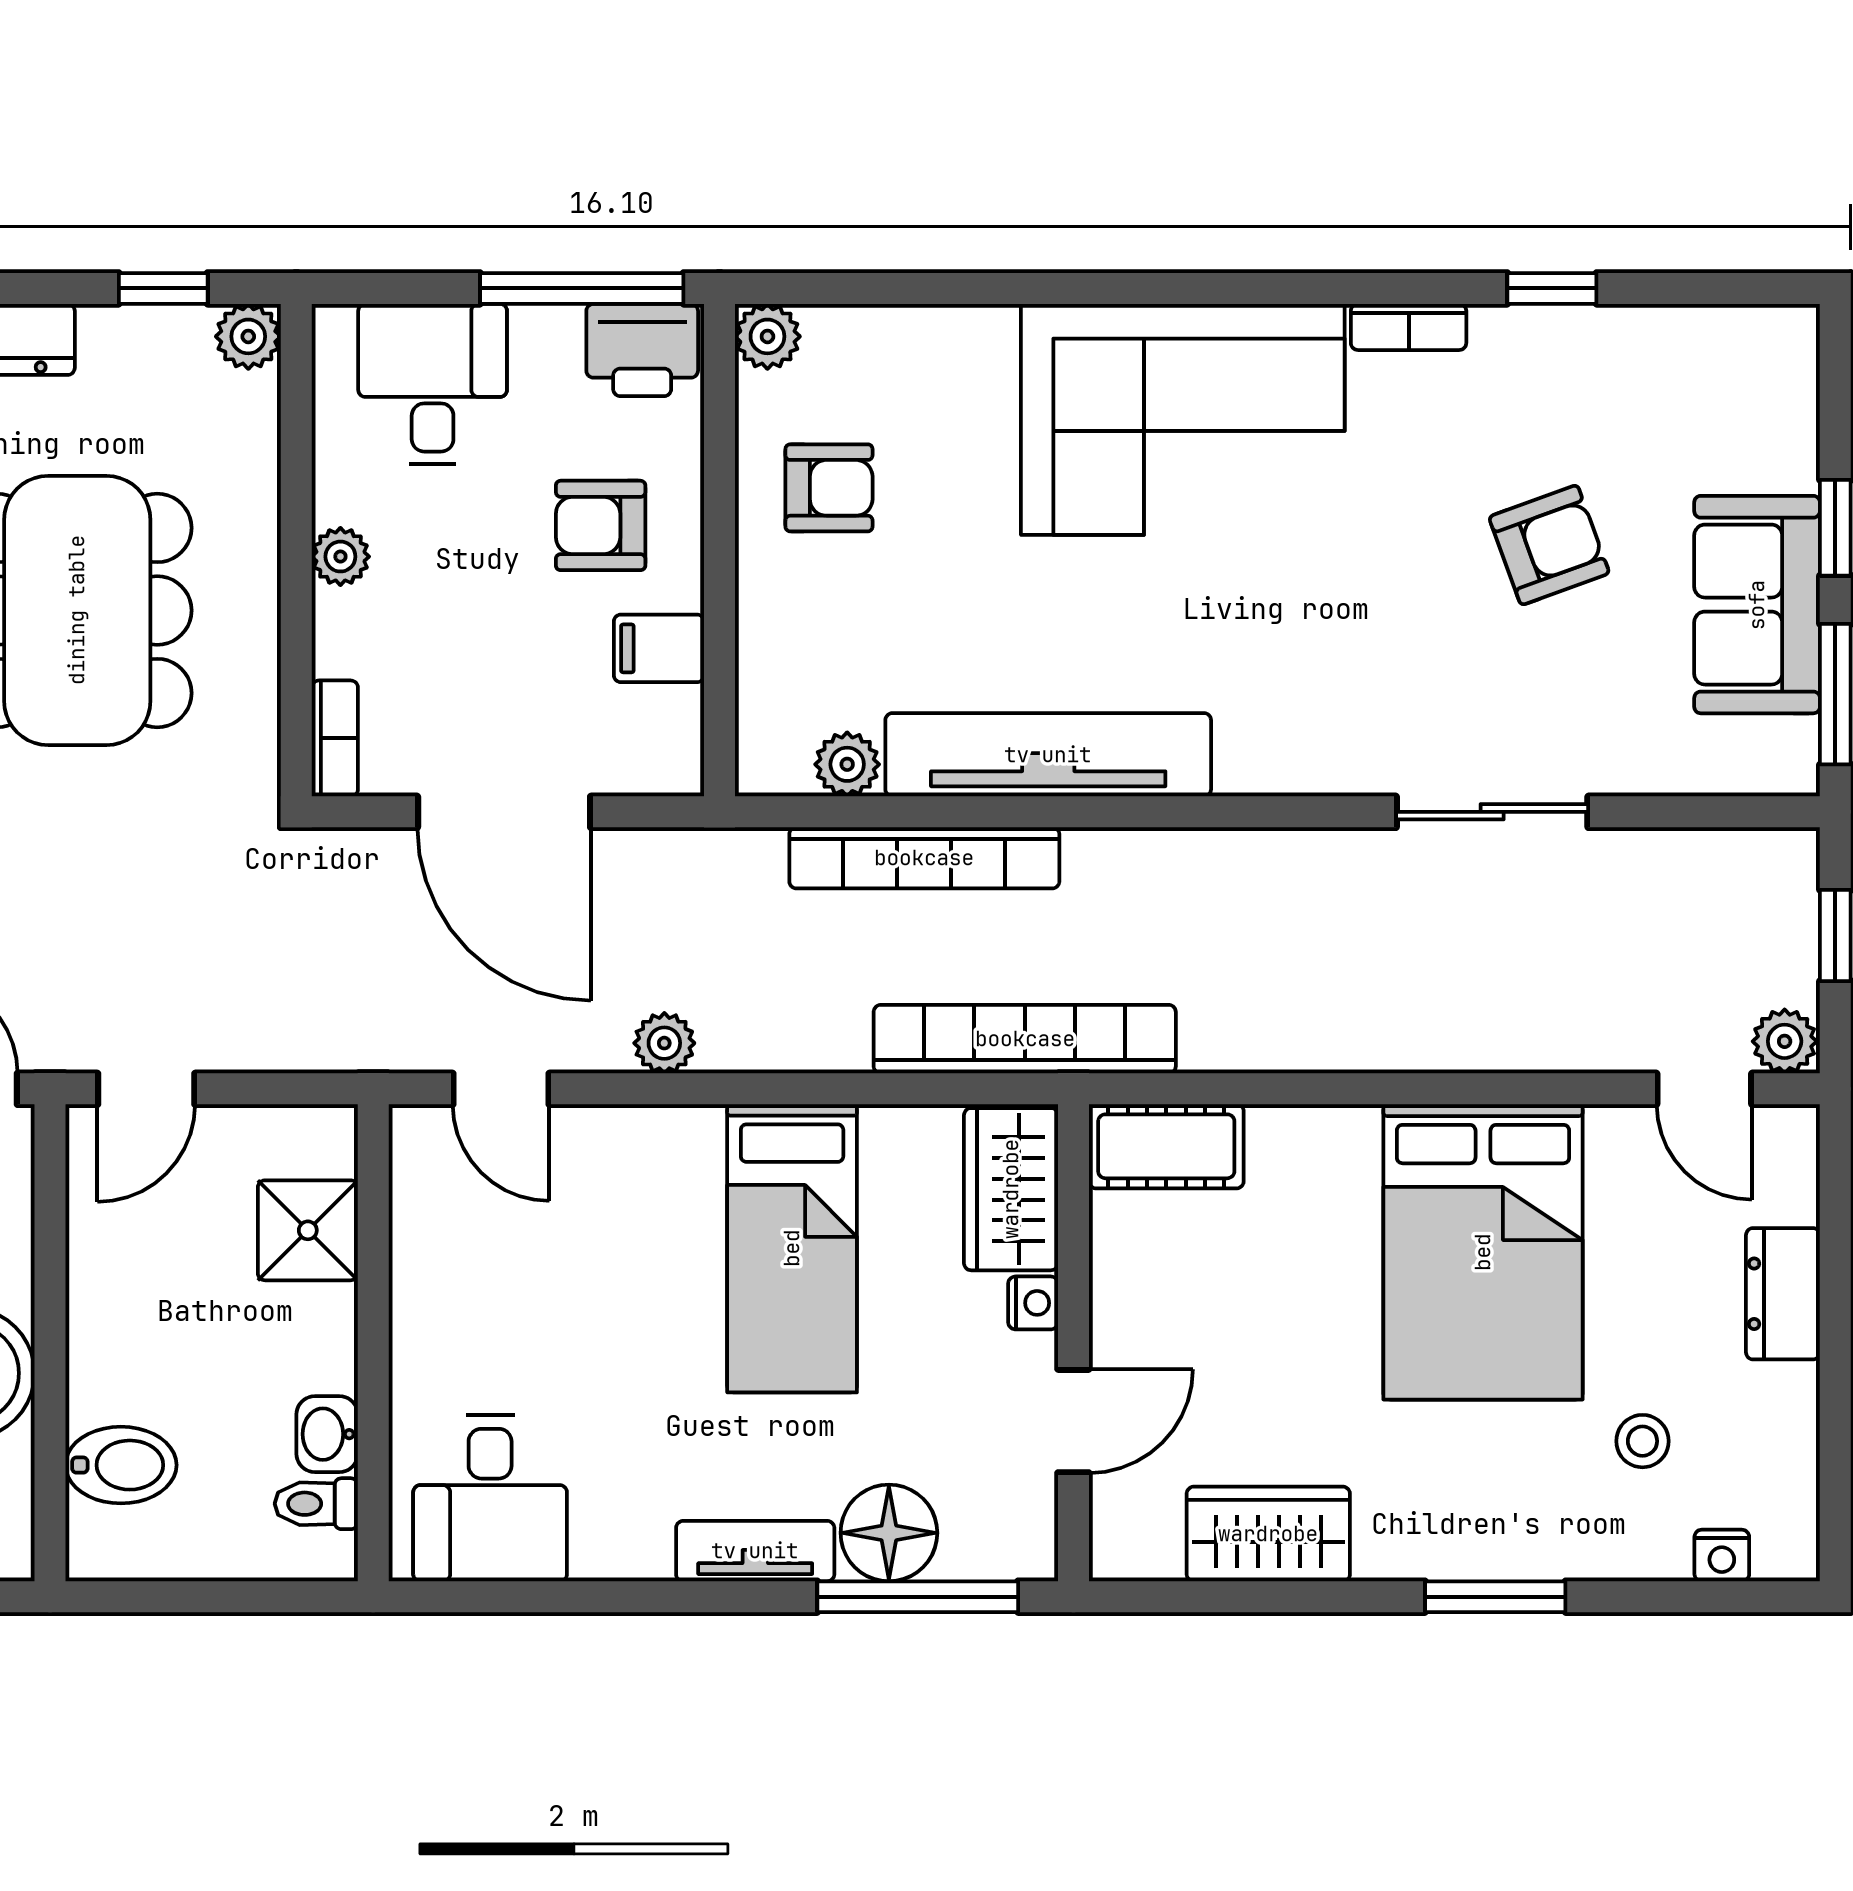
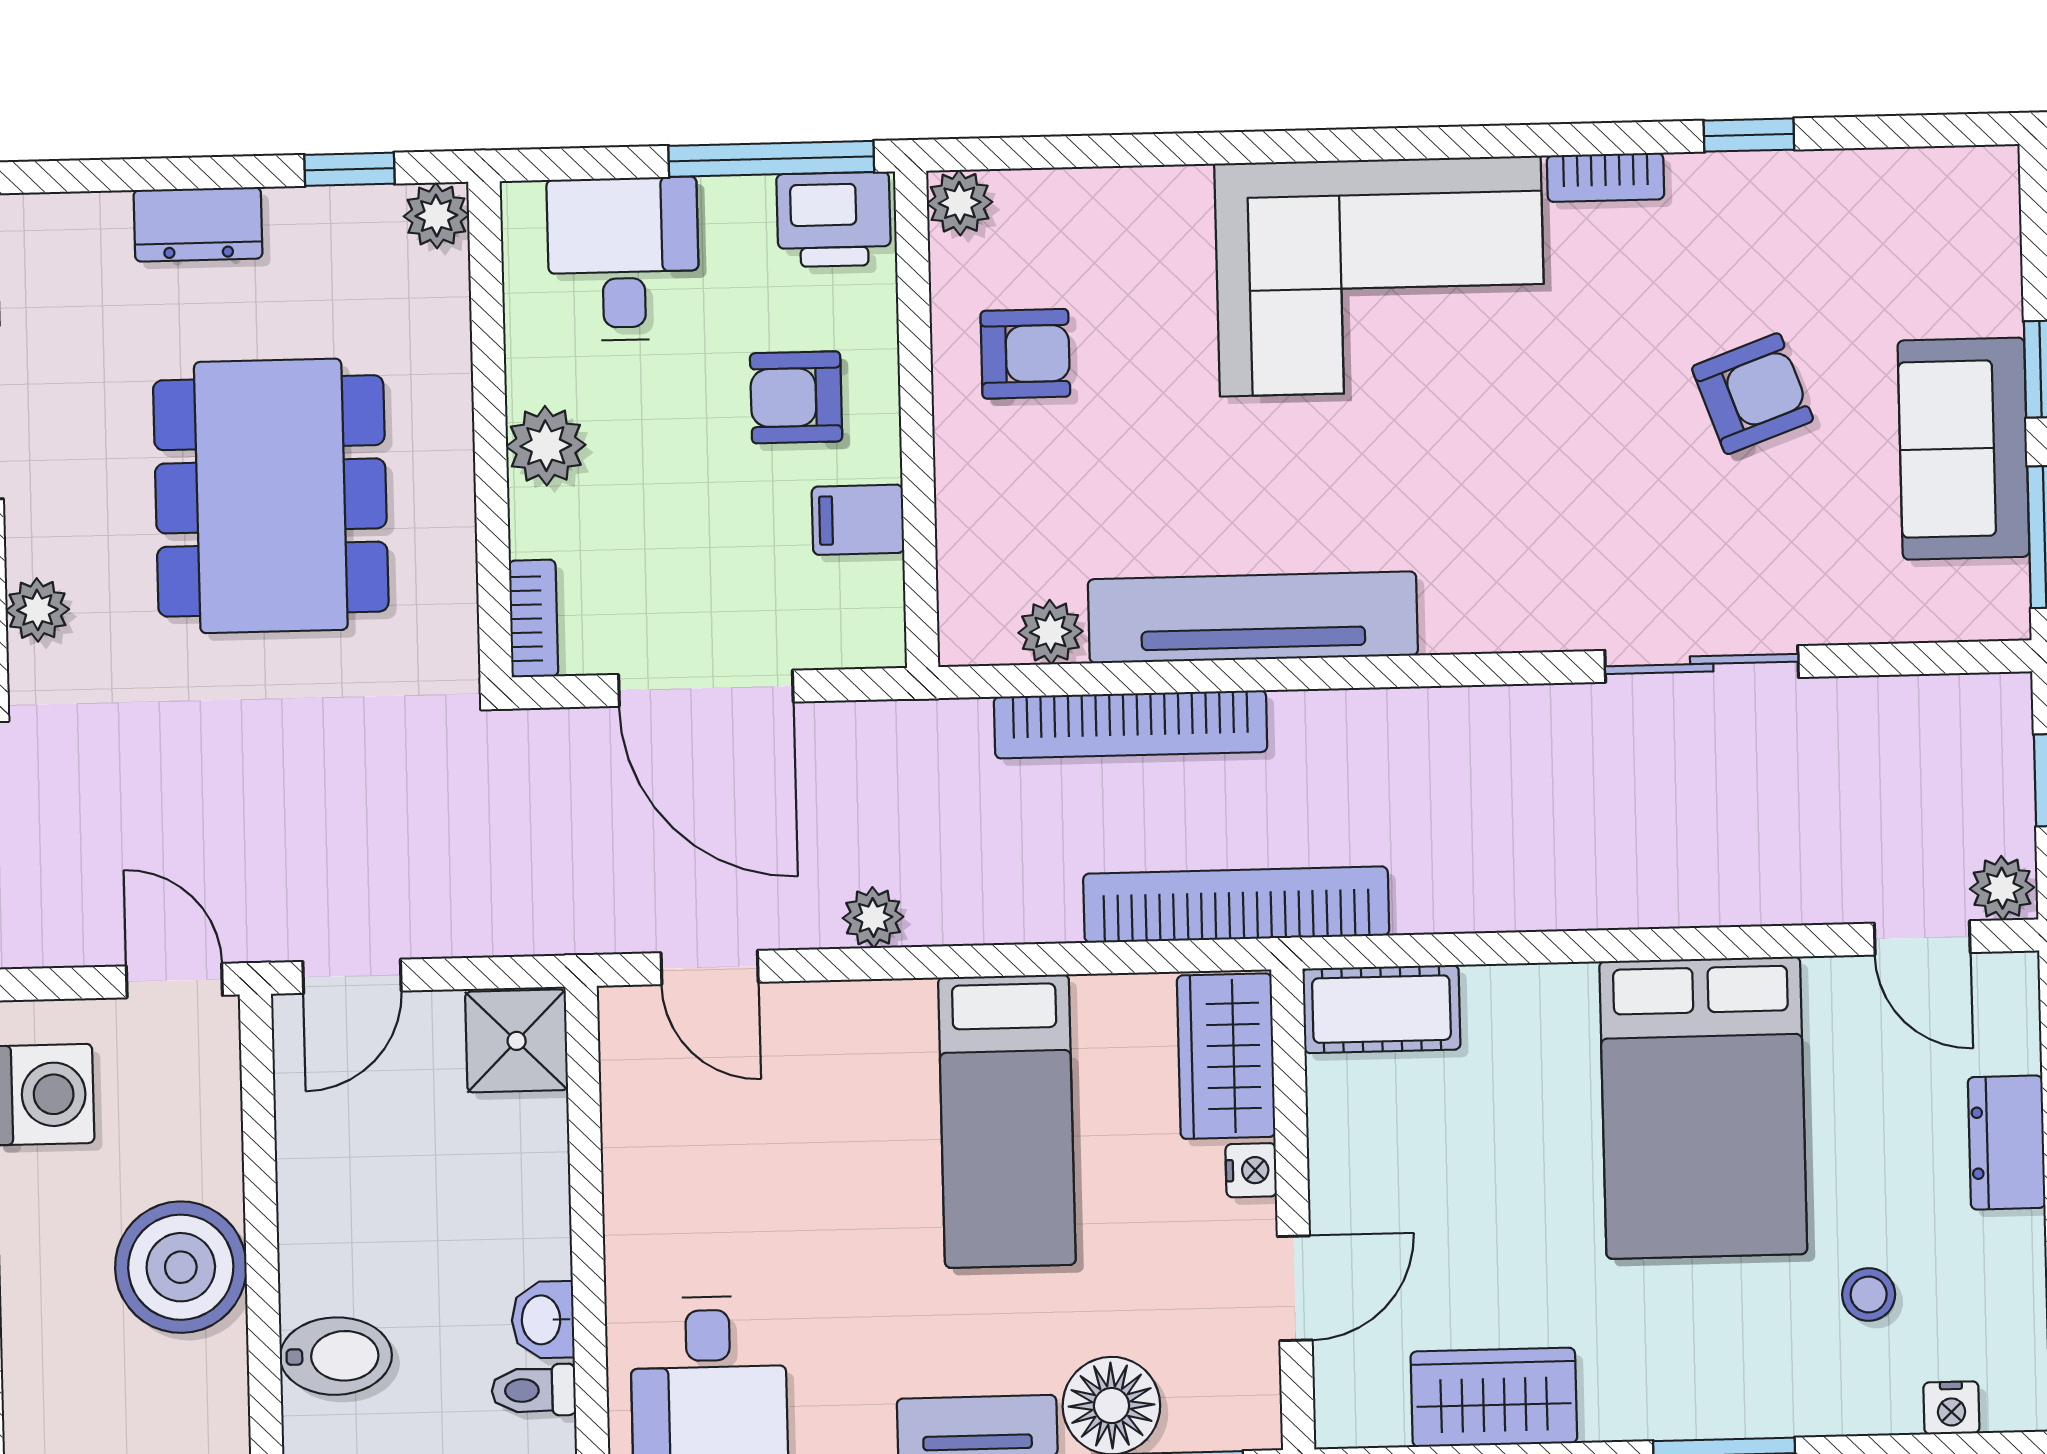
plant: (340, 557) -> (546, 446), width x1.38, depth x1.38
shower: (308, 1230) -> (517, 1041), moved

